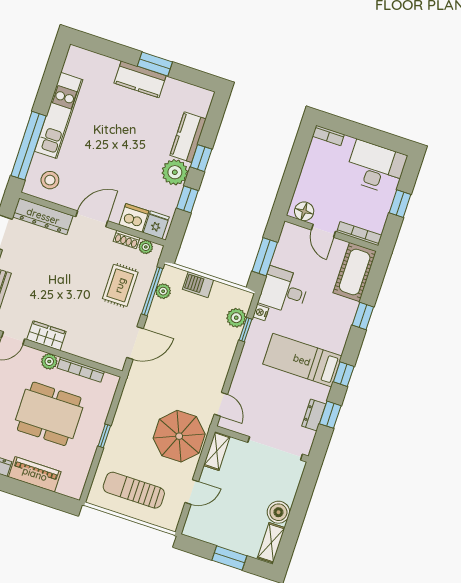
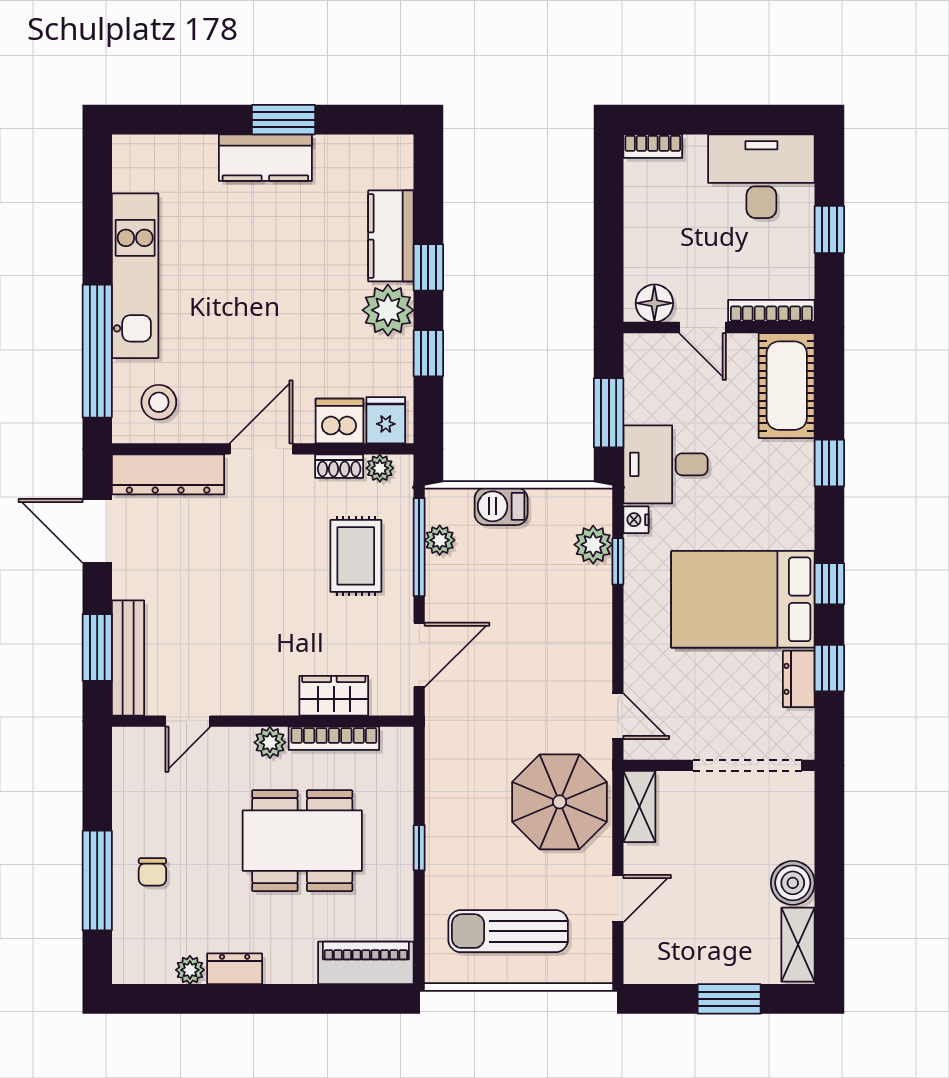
wardrobe: (46, 336) -> (334, 696), moved
bed: (302, 360) -> (743, 599), width x1.50
piano: (35, 474) -> (366, 963), moved

